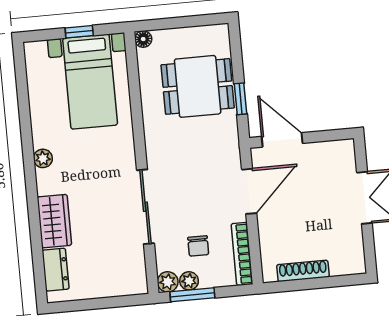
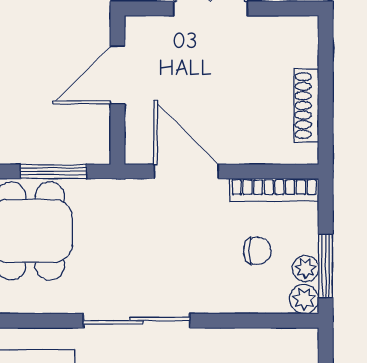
window: (241, 99) -> (54, 172), width x1.50
door: (282, 140) -> (117, 75), moved
sliding door: (145, 207) -> (137, 321), moved

